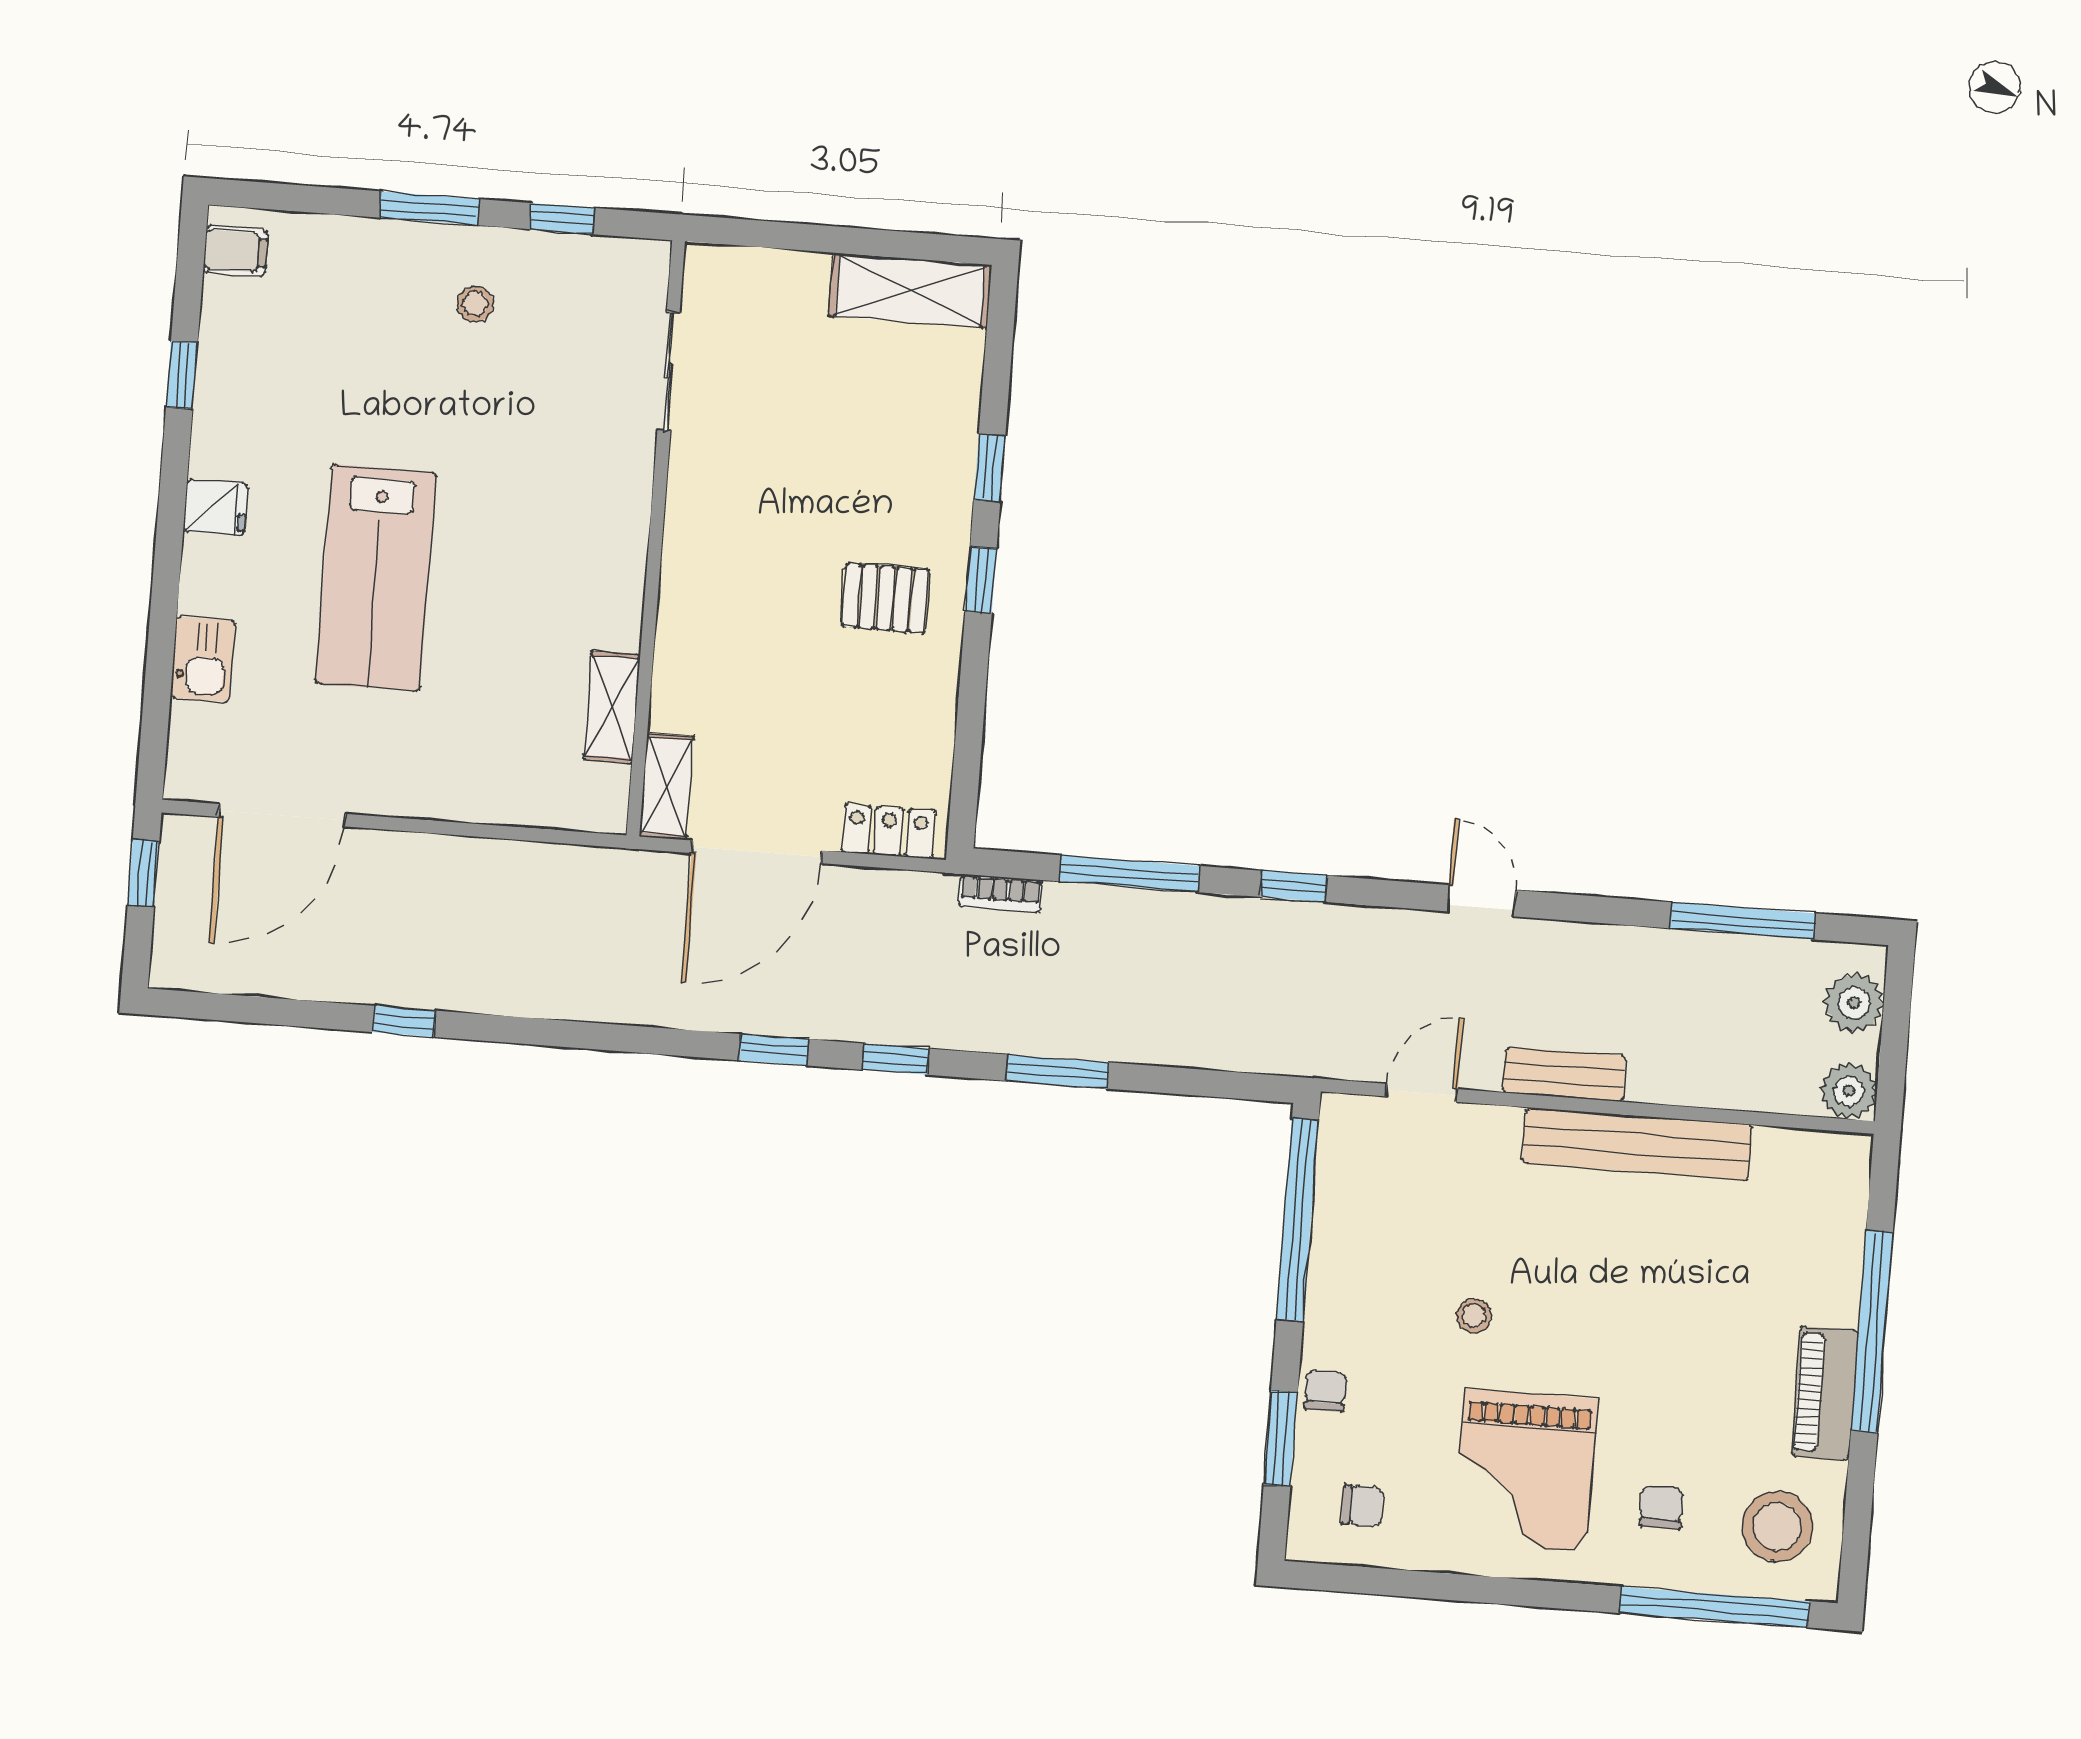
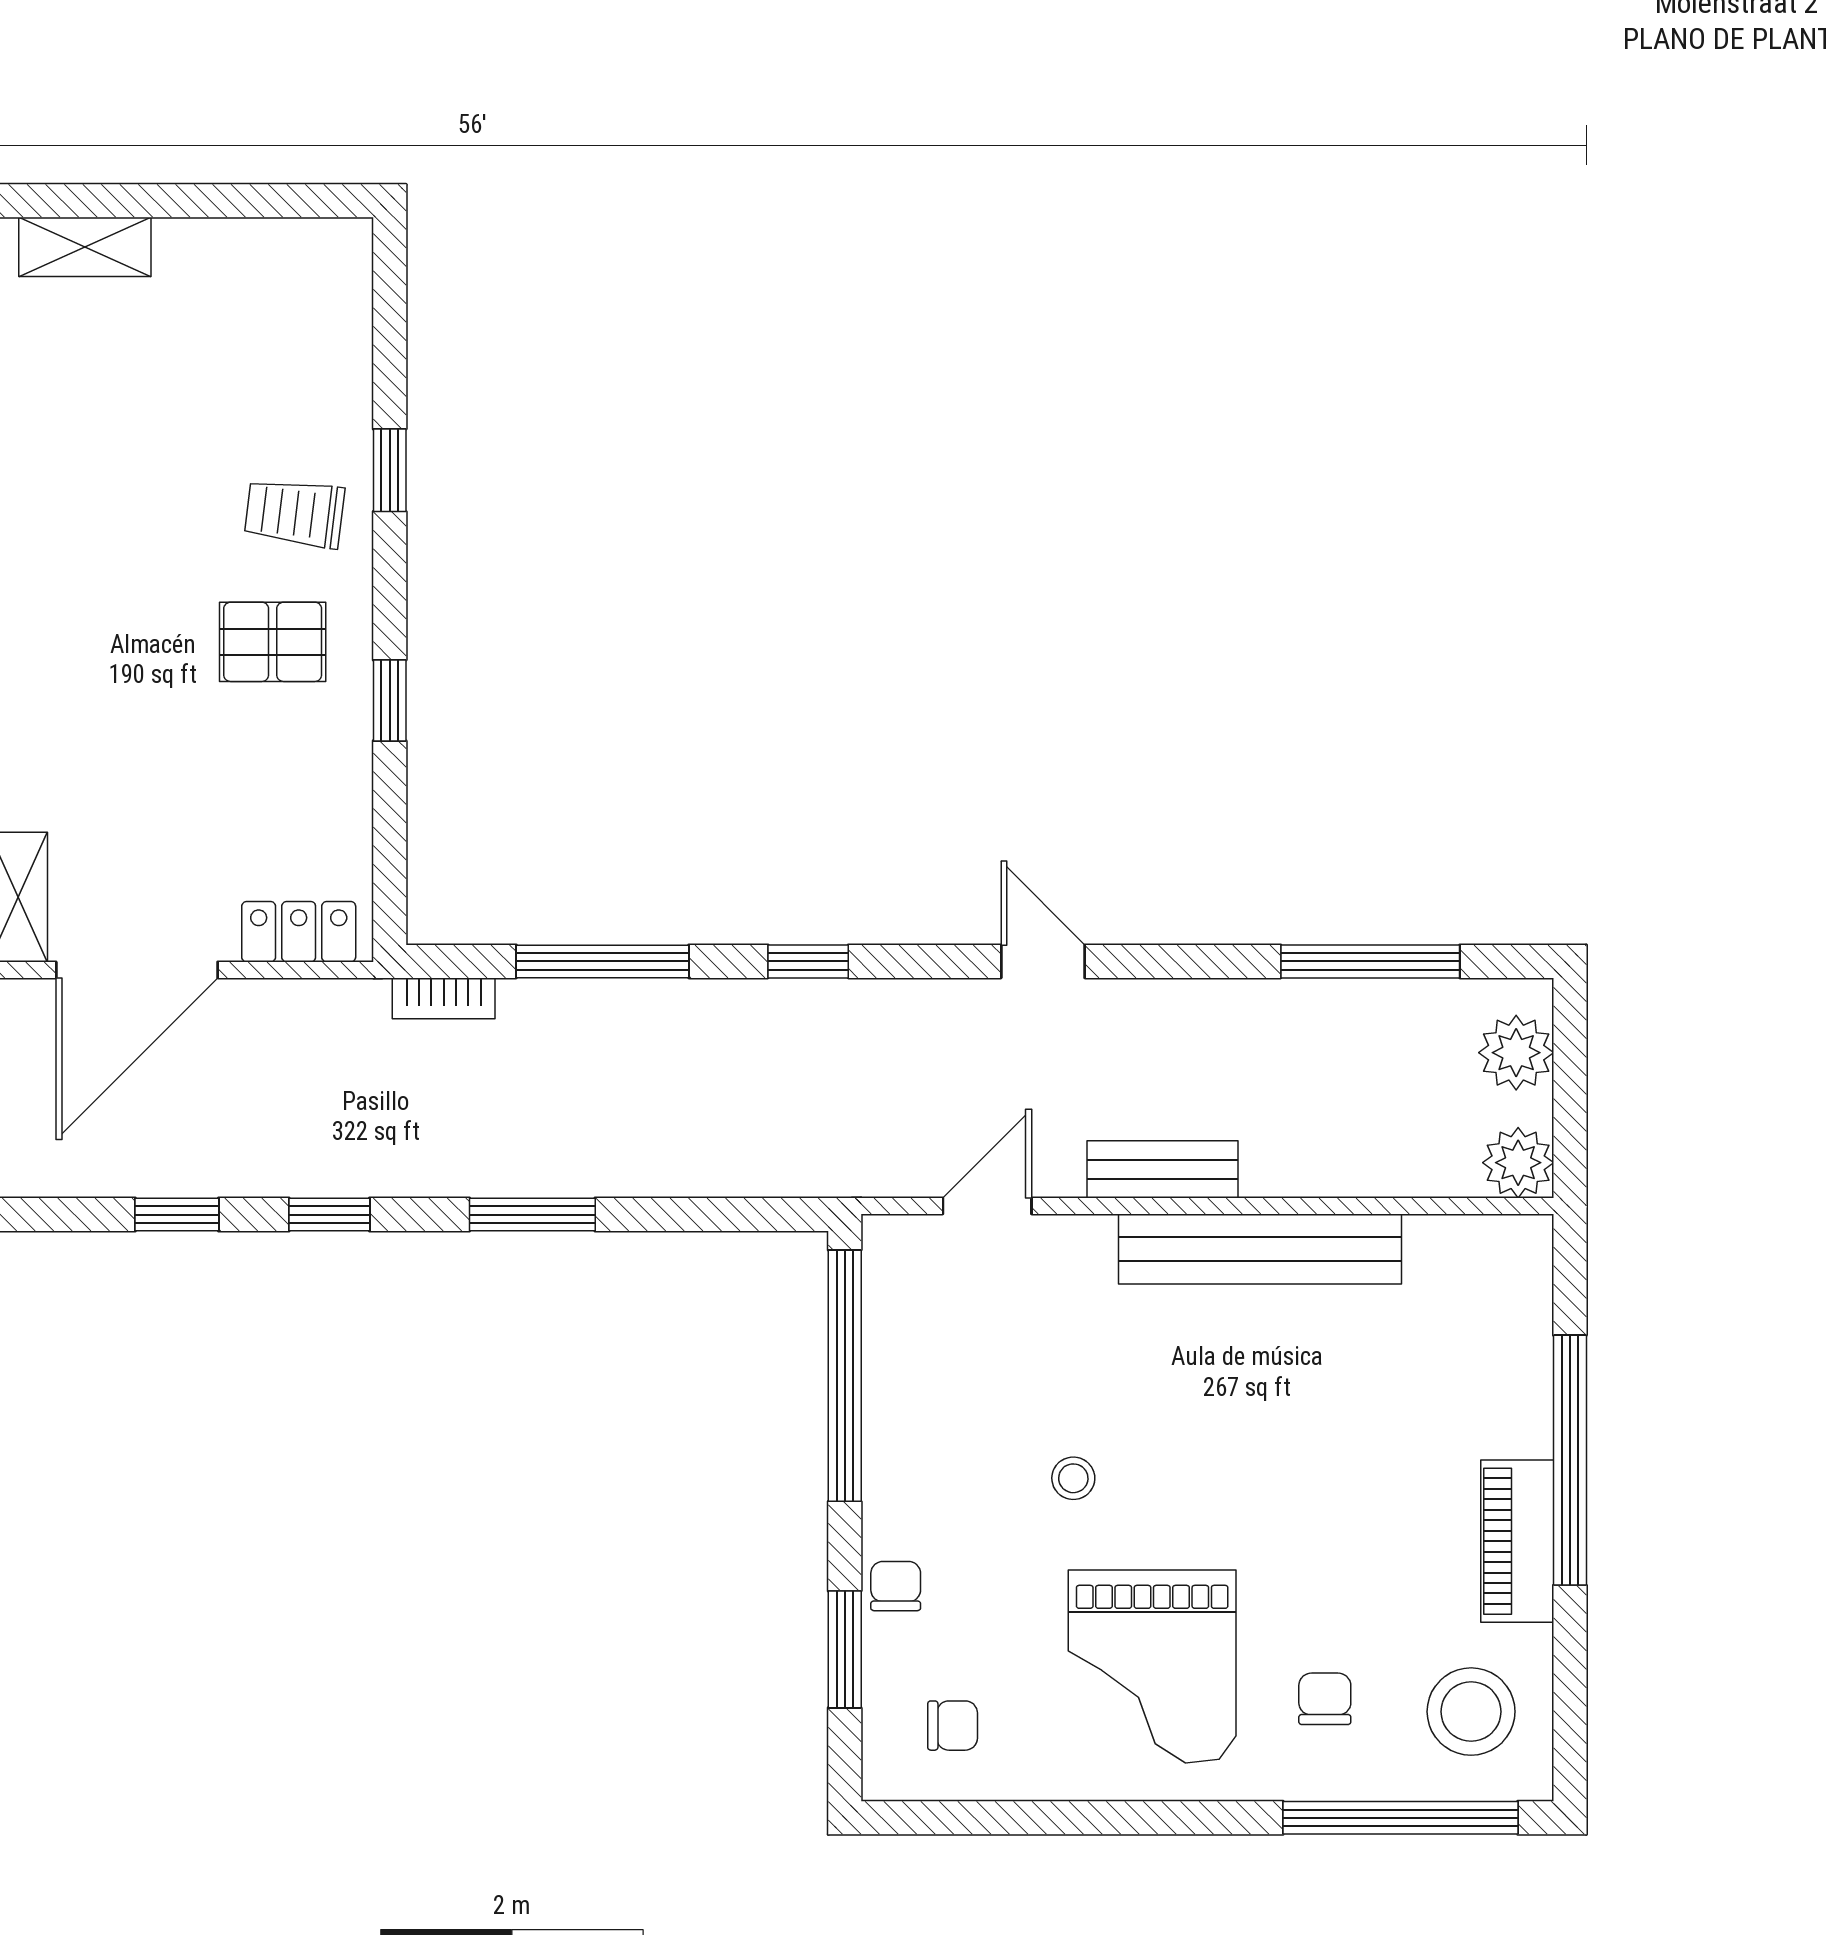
shelving: (910, 290) -> (85, 247), moved, width x0.67, depth x0.75
trolley: (911, 496) -> (295, 513), added
window: (981, 580) -> (390, 700), moved

